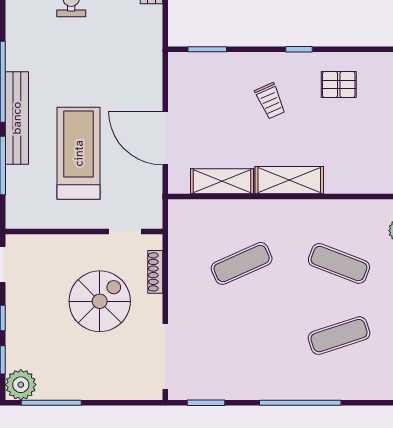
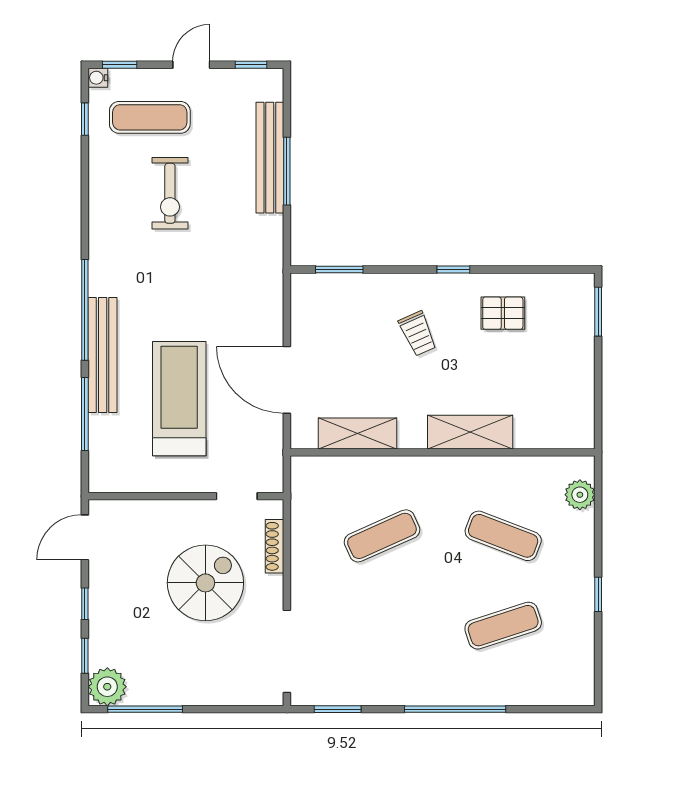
shelving: (289, 180) -> (470, 432), moved

